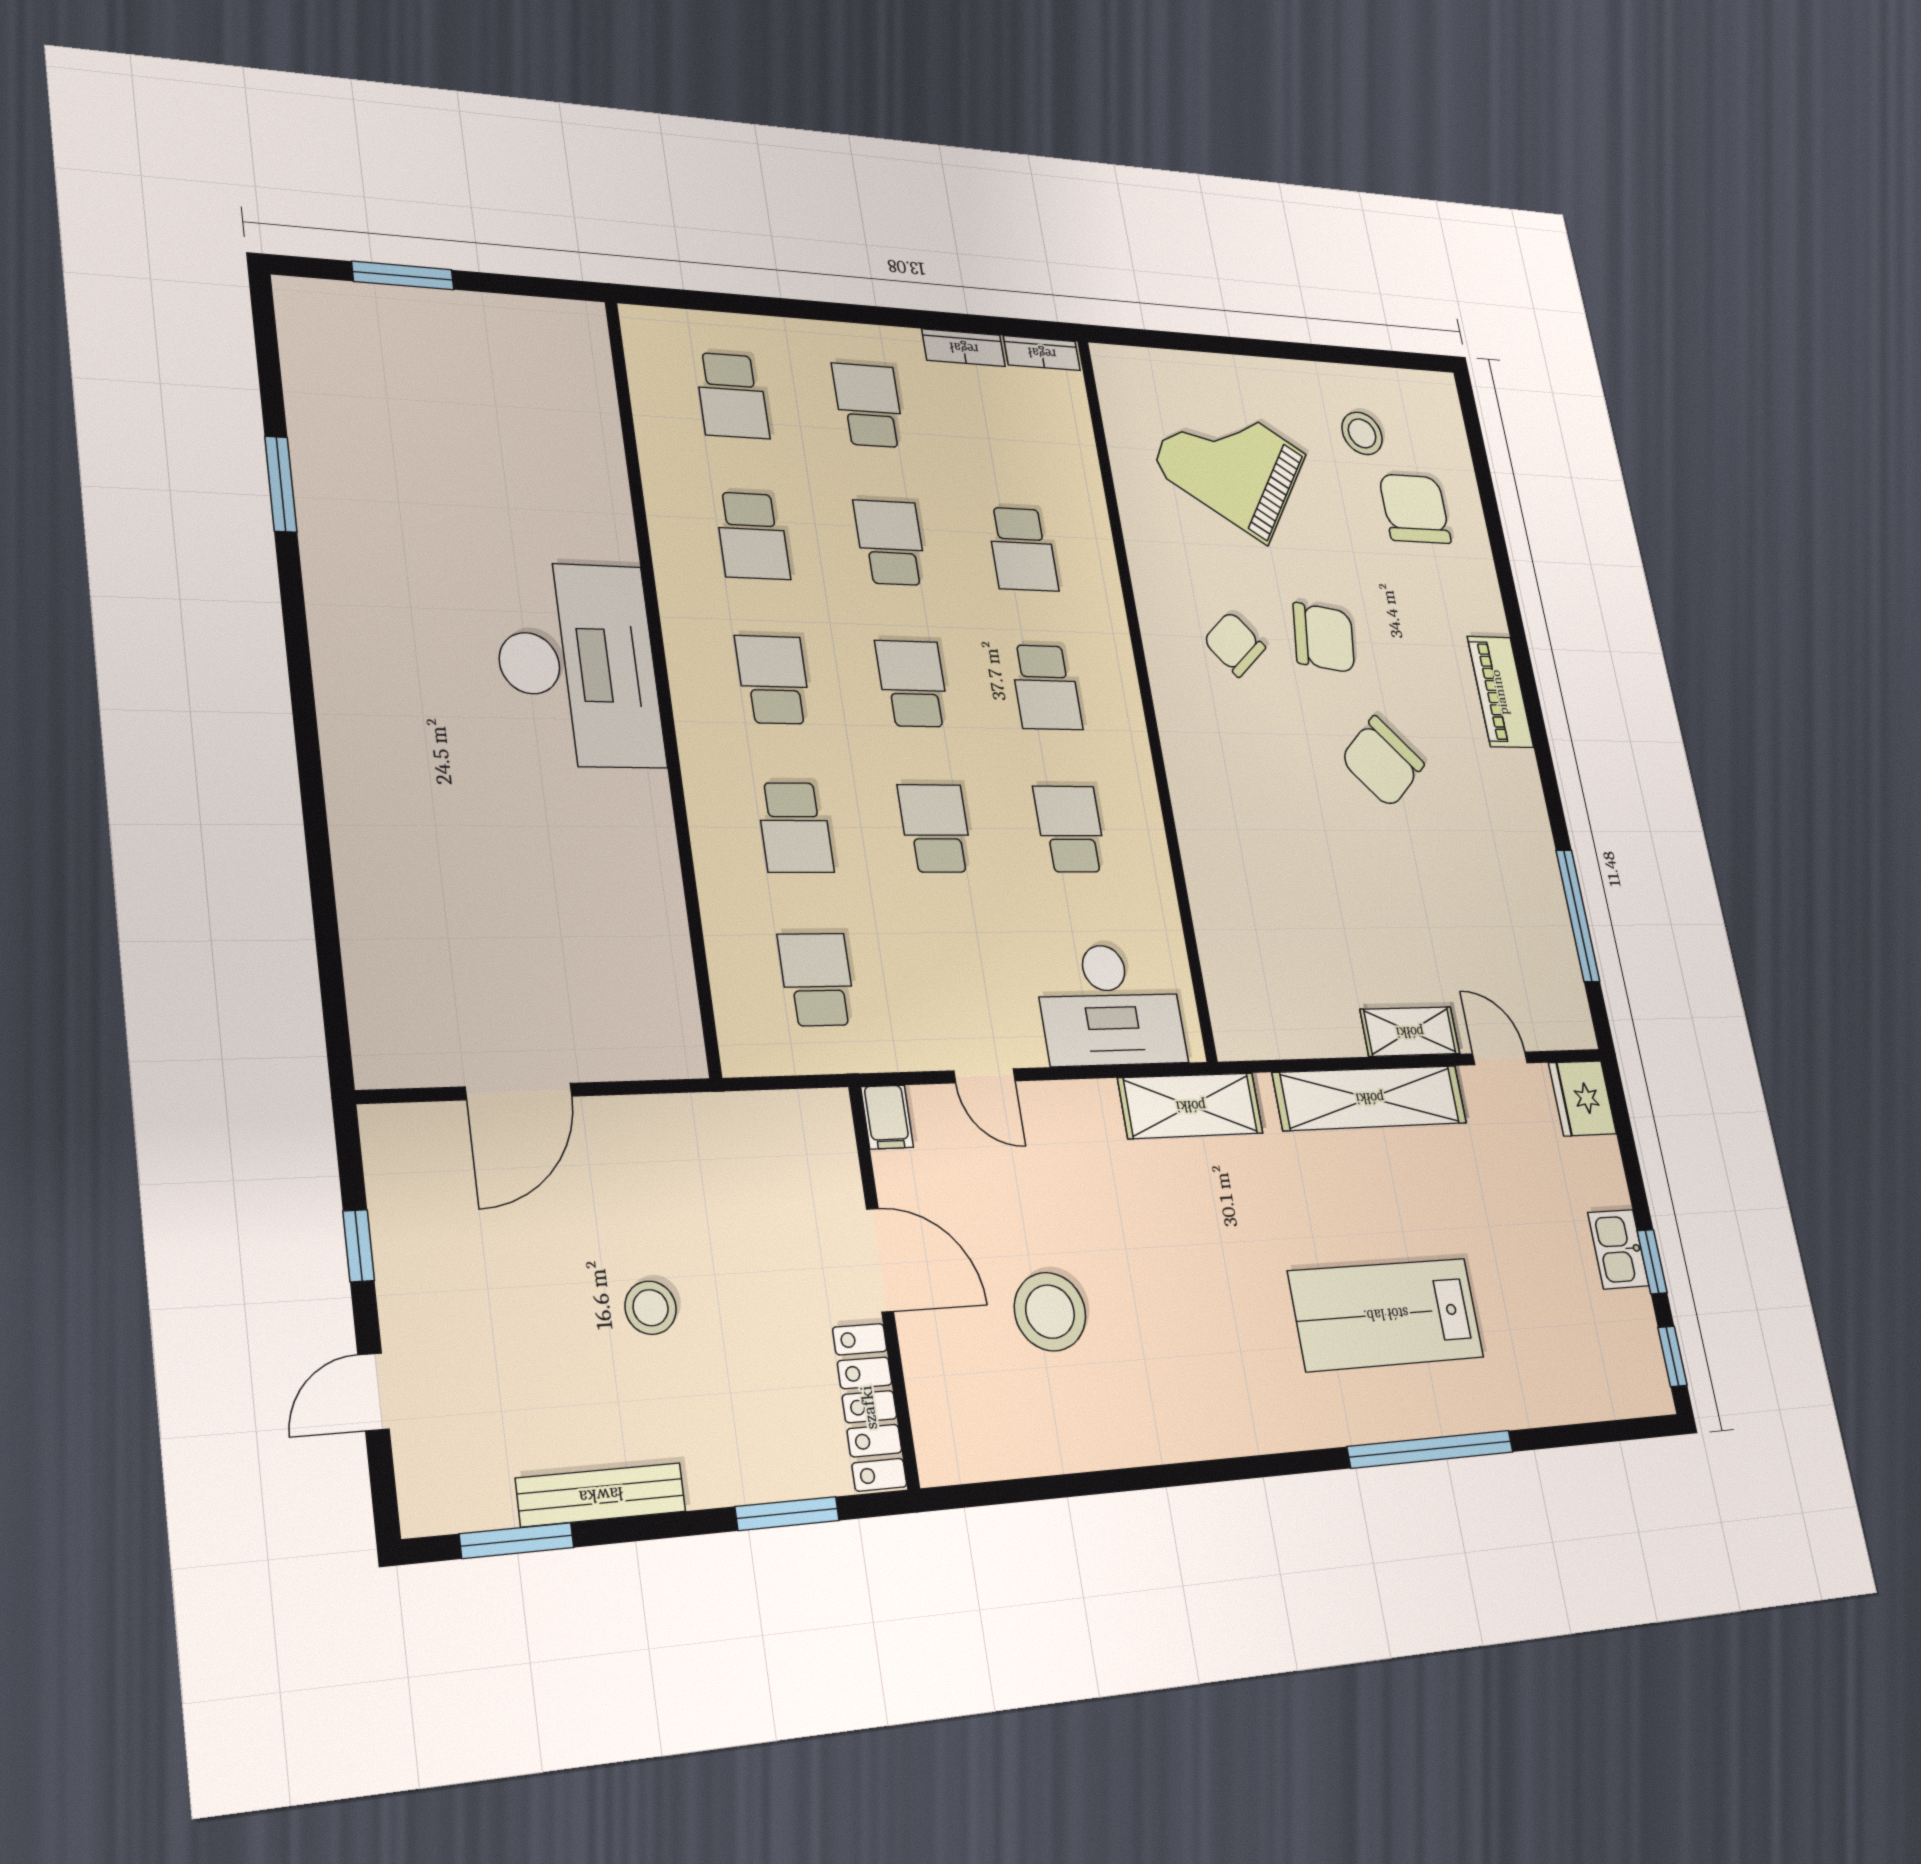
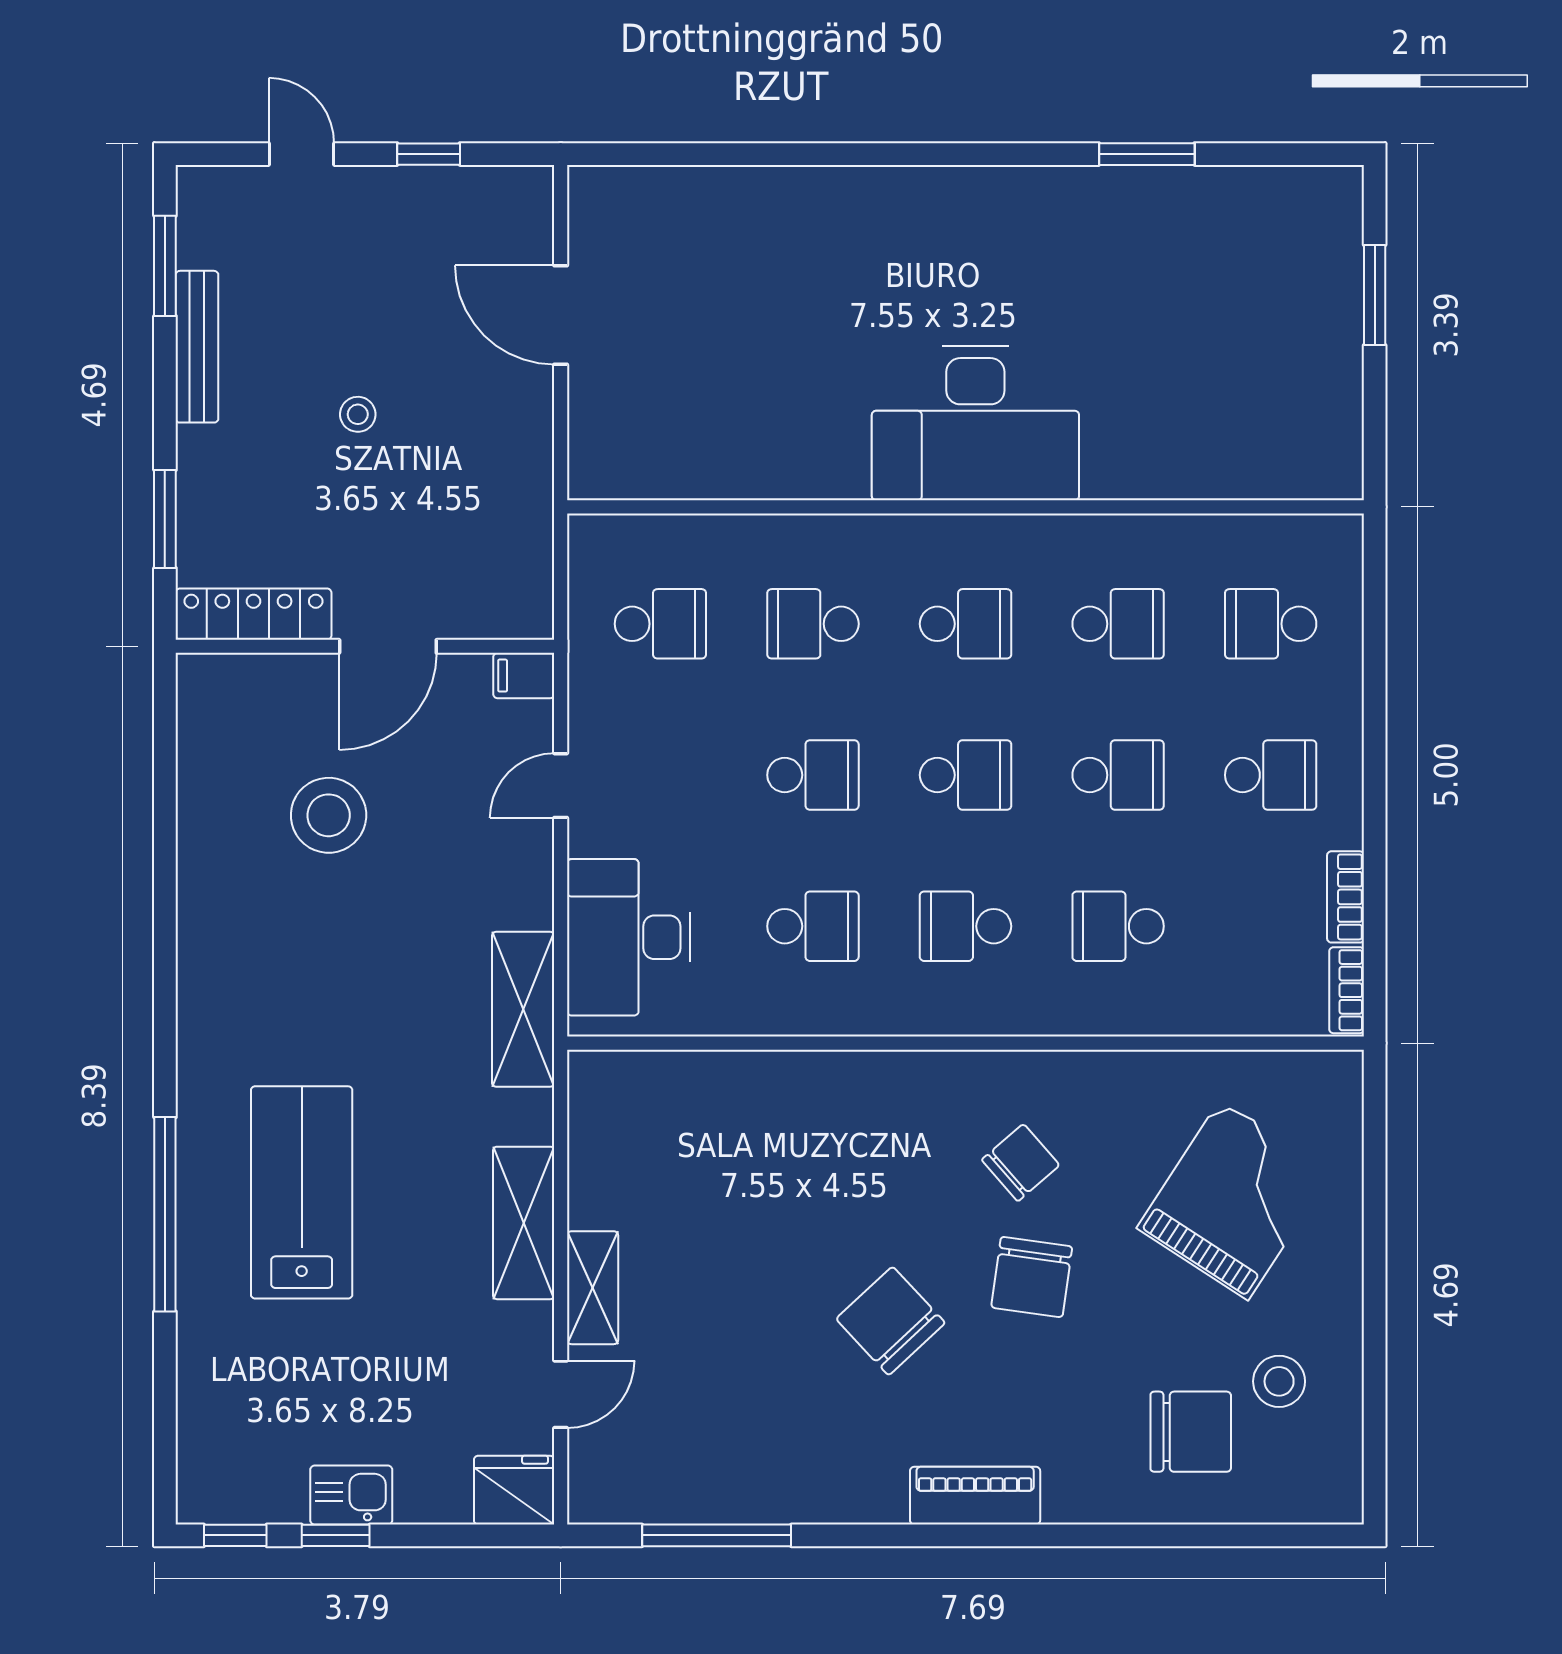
school desk: (752, 536) -> (1118, 624), turned 180
shelving: (1370, 1098) -> (524, 1223), width x0.68
stool: (651, 1308) -> (358, 414), width x0.73, depth x0.73

